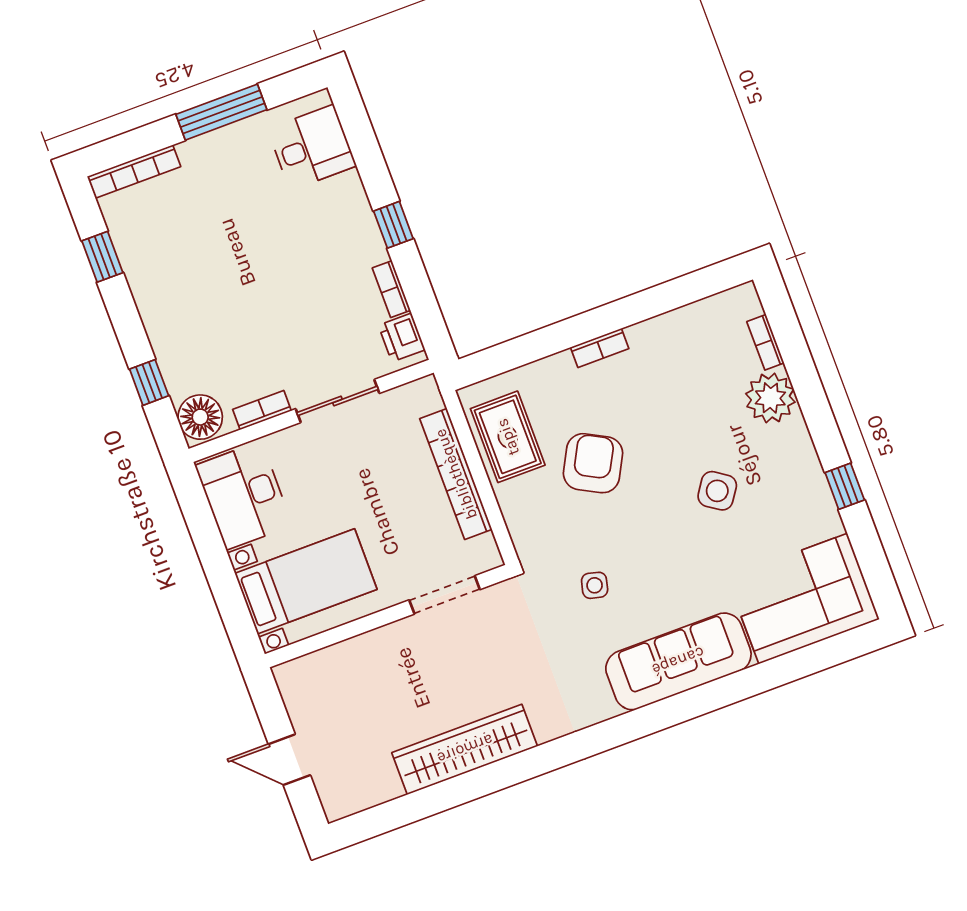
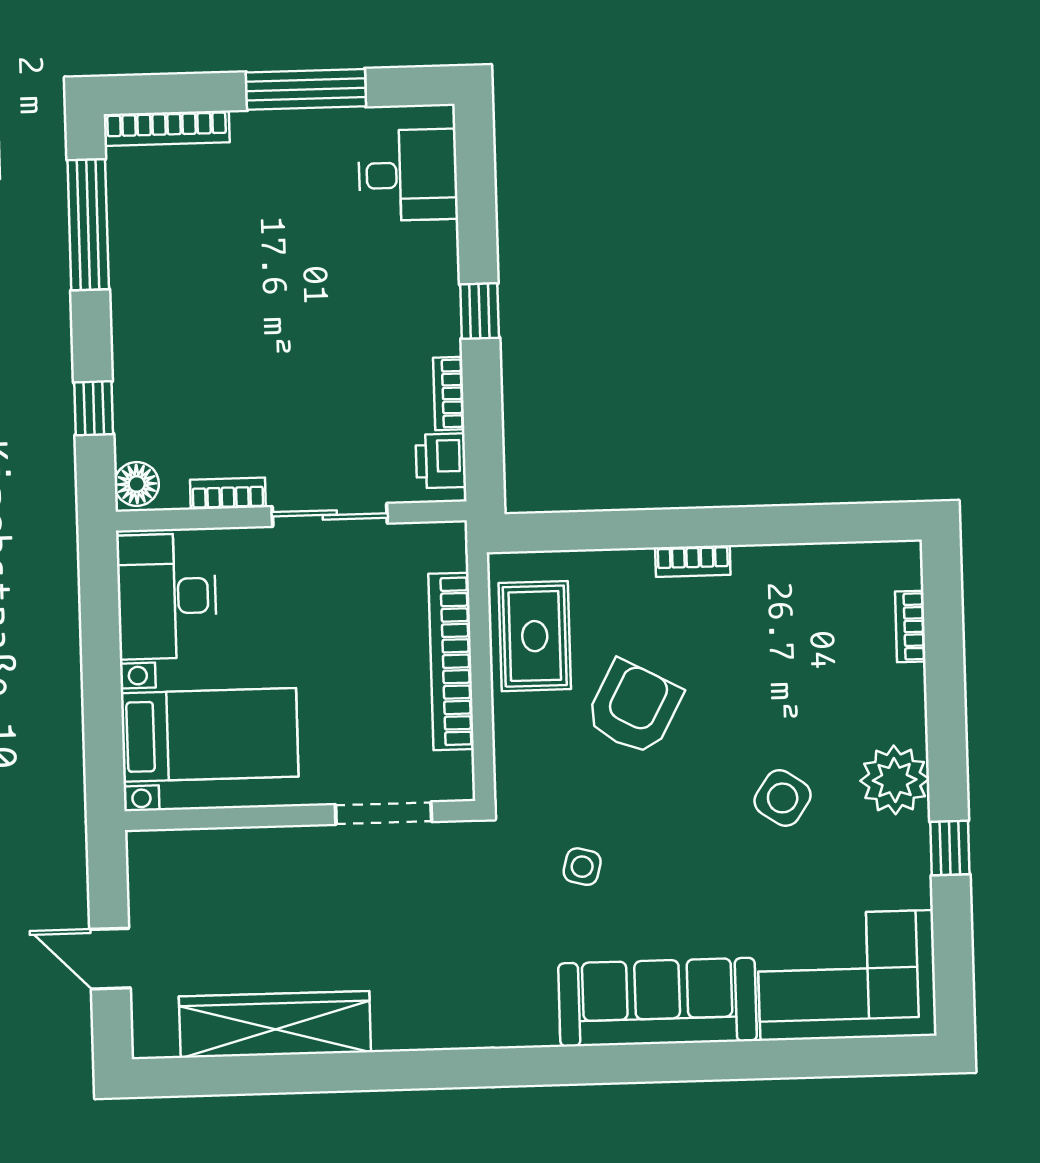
window: (102, 257) -> (88, 225), width x2.17
plant: (770, 398) -> (895, 780), moved
floor lamp: (200, 417) -> (137, 484), width x0.73, depth x0.73
wardrobe: (465, 749) -> (275, 1024), moved

